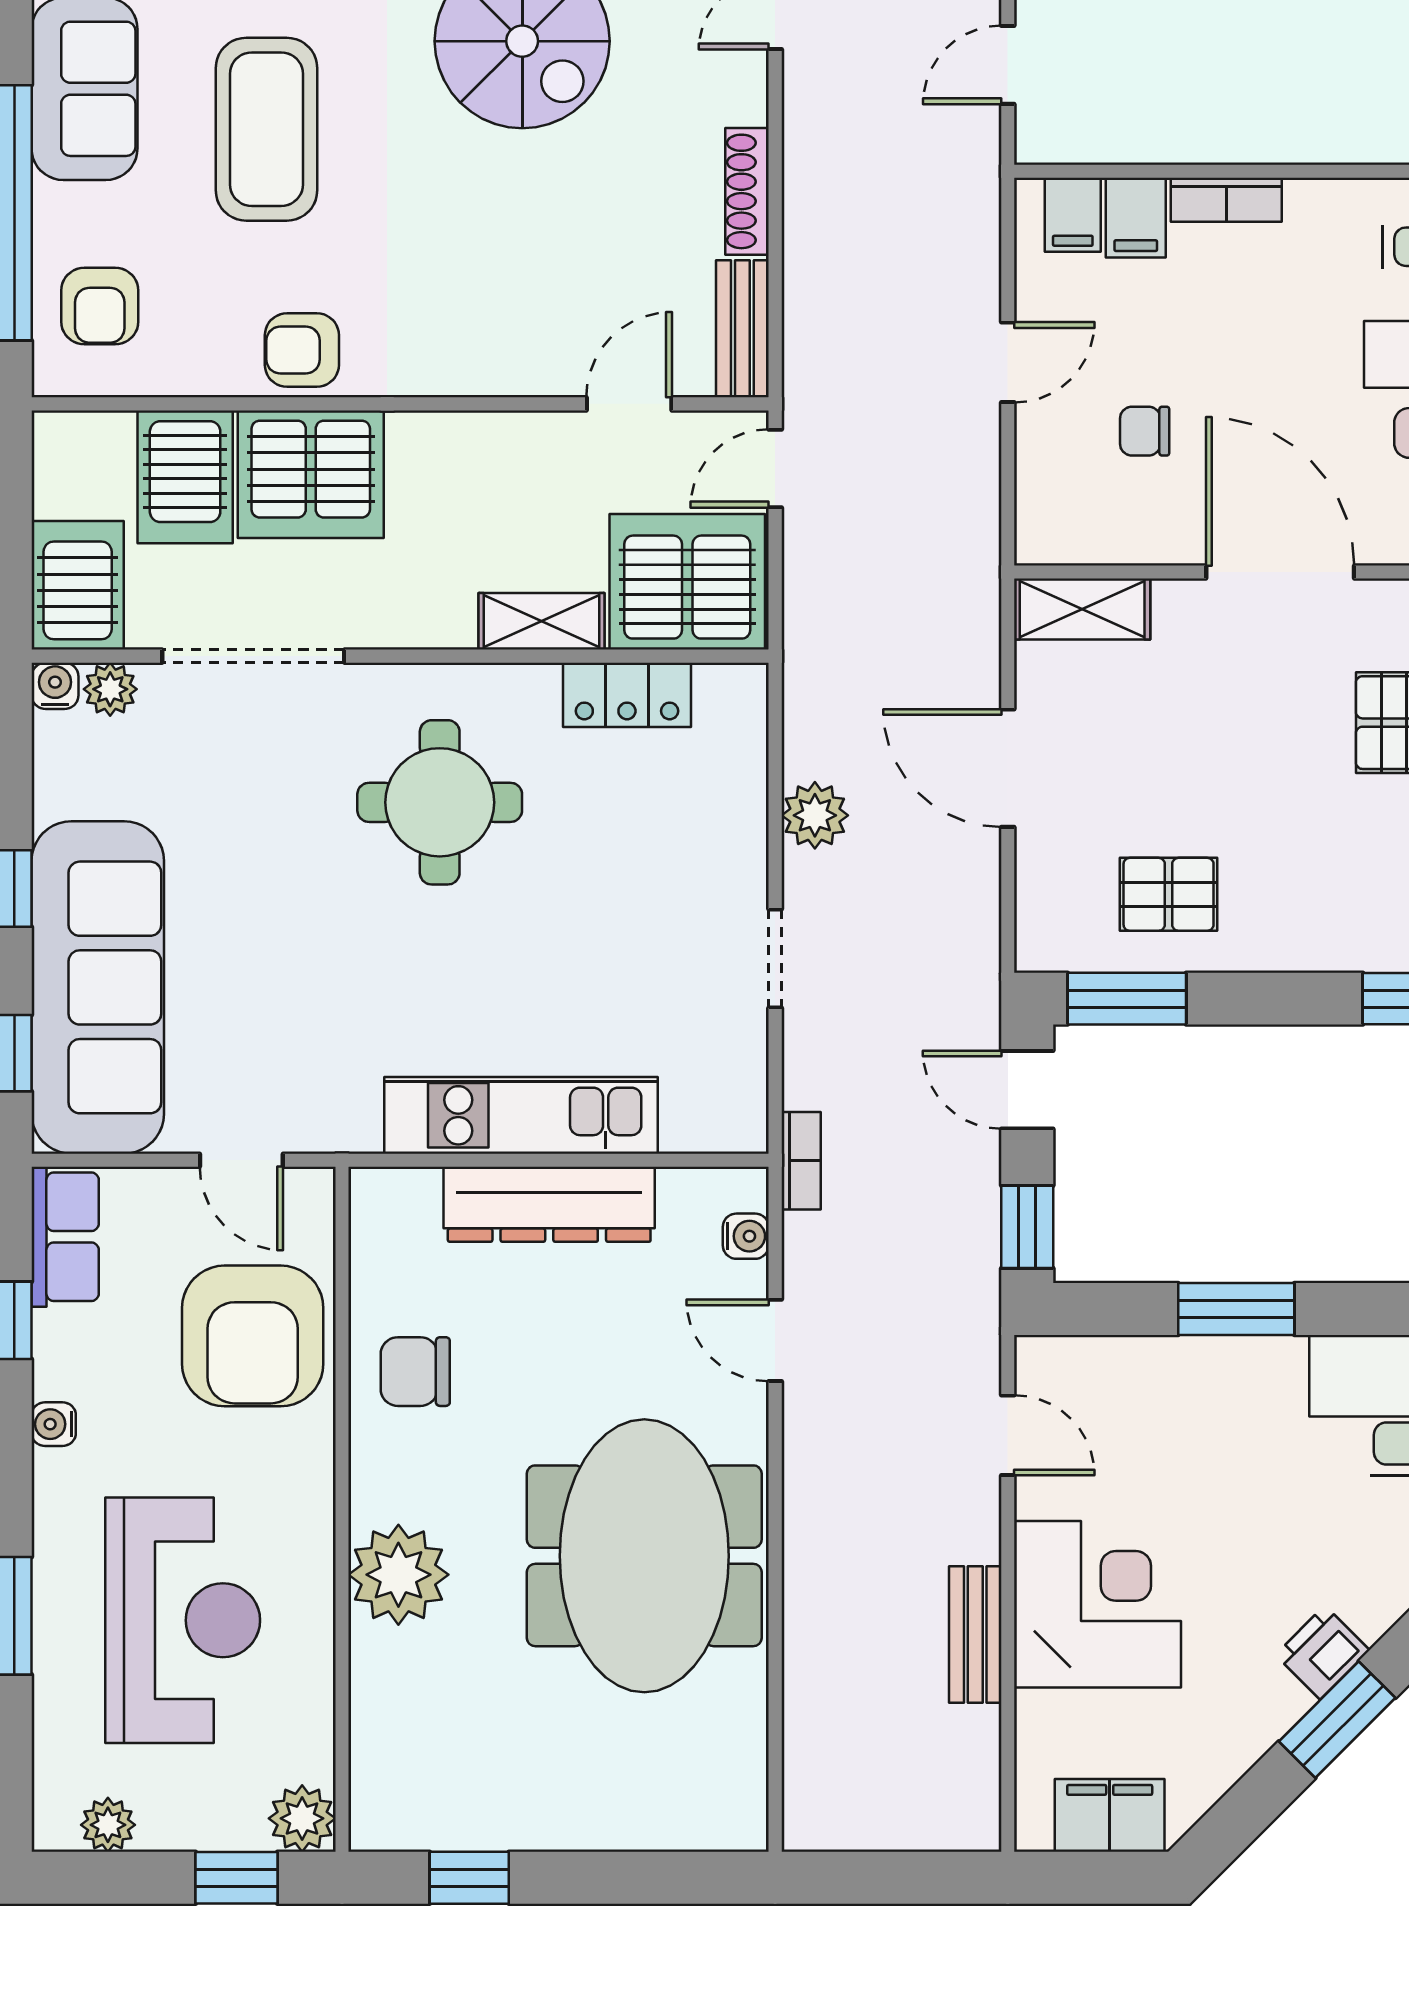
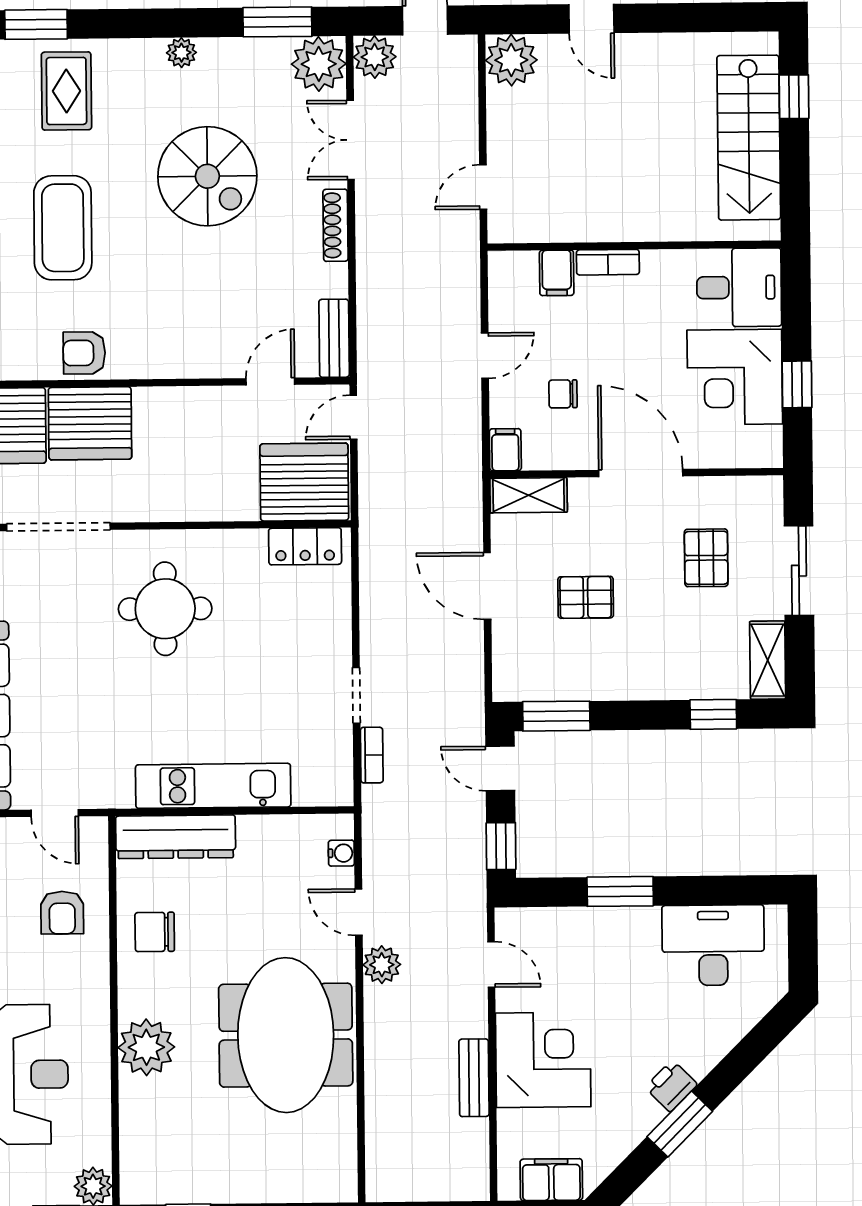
shoe rack: (747, 191) -> (336, 225), moved
filing cabinet: (1073, 215) -> (505, 450), moved, turned 180
shelving: (542, 621) -> (222, 505), removed
locker: (627, 695) -> (305, 546), moved
plant: (815, 815) -> (382, 965), moved
pallet: (1169, 894) -> (586, 597), moved
bookcase: (801, 1161) -> (372, 755), moved
dresser: (549, 1204) -> (176, 837), moved
armchair: (253, 1336) -> (62, 913), width x0.53, depth x0.53

